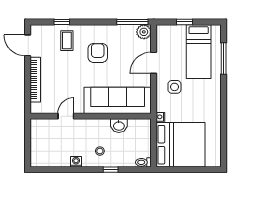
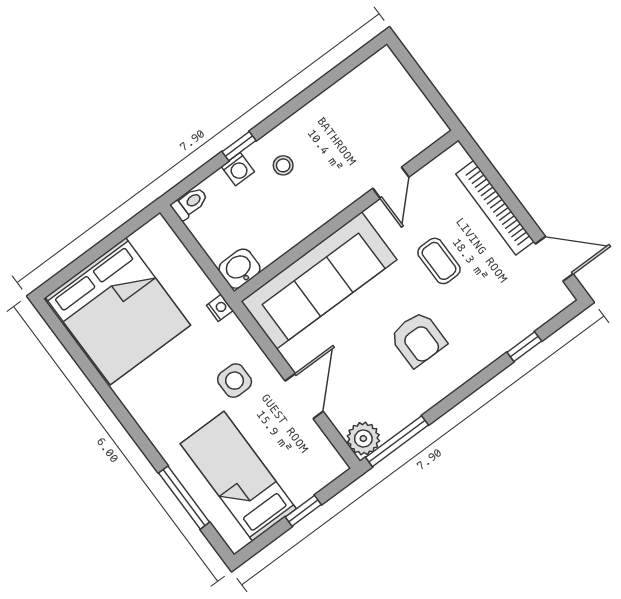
coffee table: (67, 41) -> (439, 261), moved
washbasin: (119, 126) -> (239, 269), moved
bed: (181, 145) -> (118, 311), moved, turned -90
washing machine: (76, 162) -> (238, 169), moved

